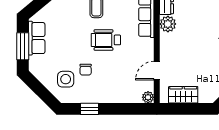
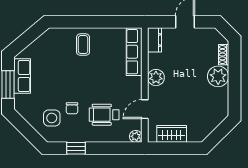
plant: (168, 24) -> (156, 78), moved
wheelchair: (106, 40) -> (104, 115), moved

